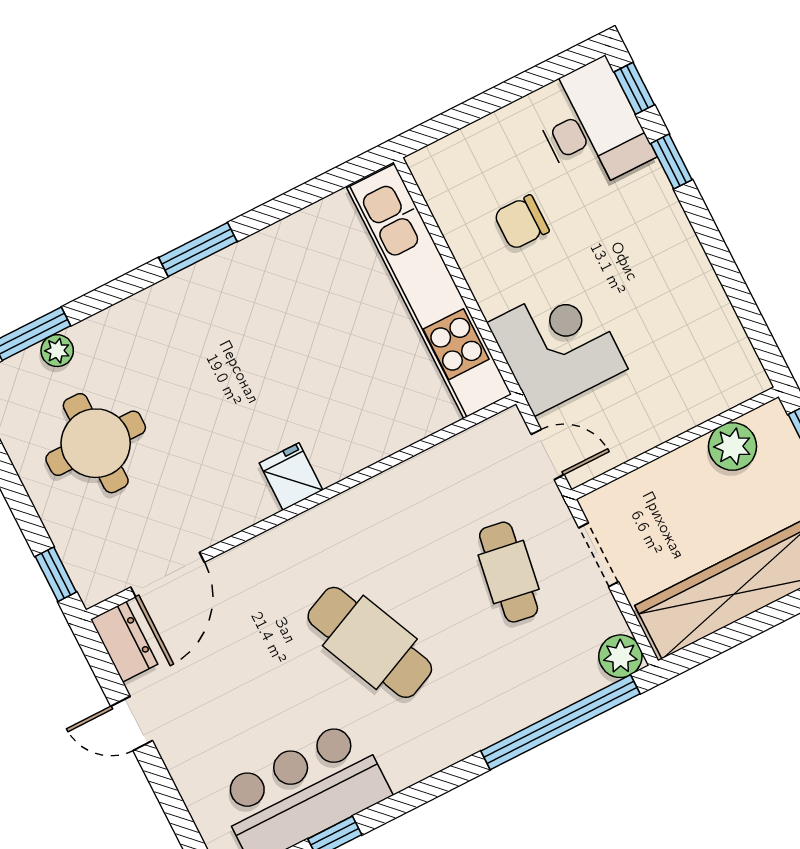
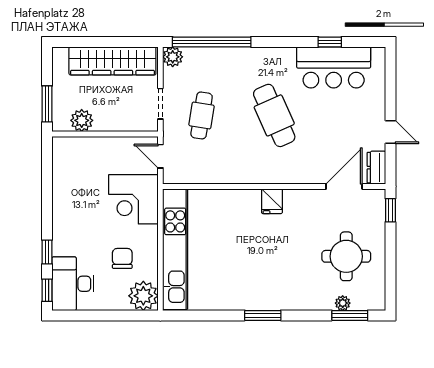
plant: (445, 171) -> (143, 296), added
chair: (521, 222) -> (122, 258), turned -90

